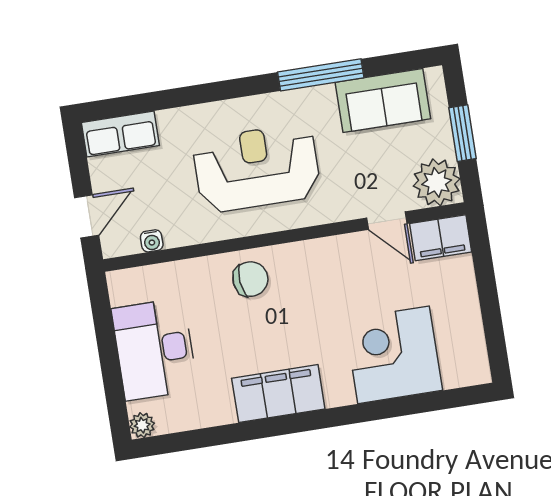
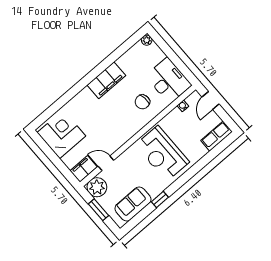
window: (321, 75) -> (160, 200), width x0.46
reception desk: (257, 168) -> (162, 154), turned 90
chair: (250, 279) -> (142, 102), moved
desk: (155, 349) -> (169, 81), moved
corner desk: (394, 355) -> (61, 134), moved, turned -90

